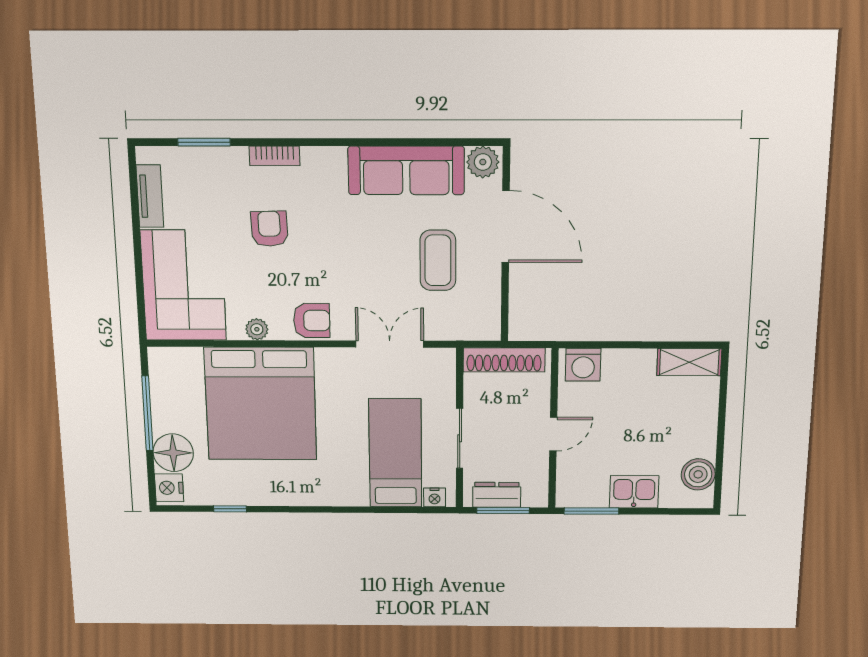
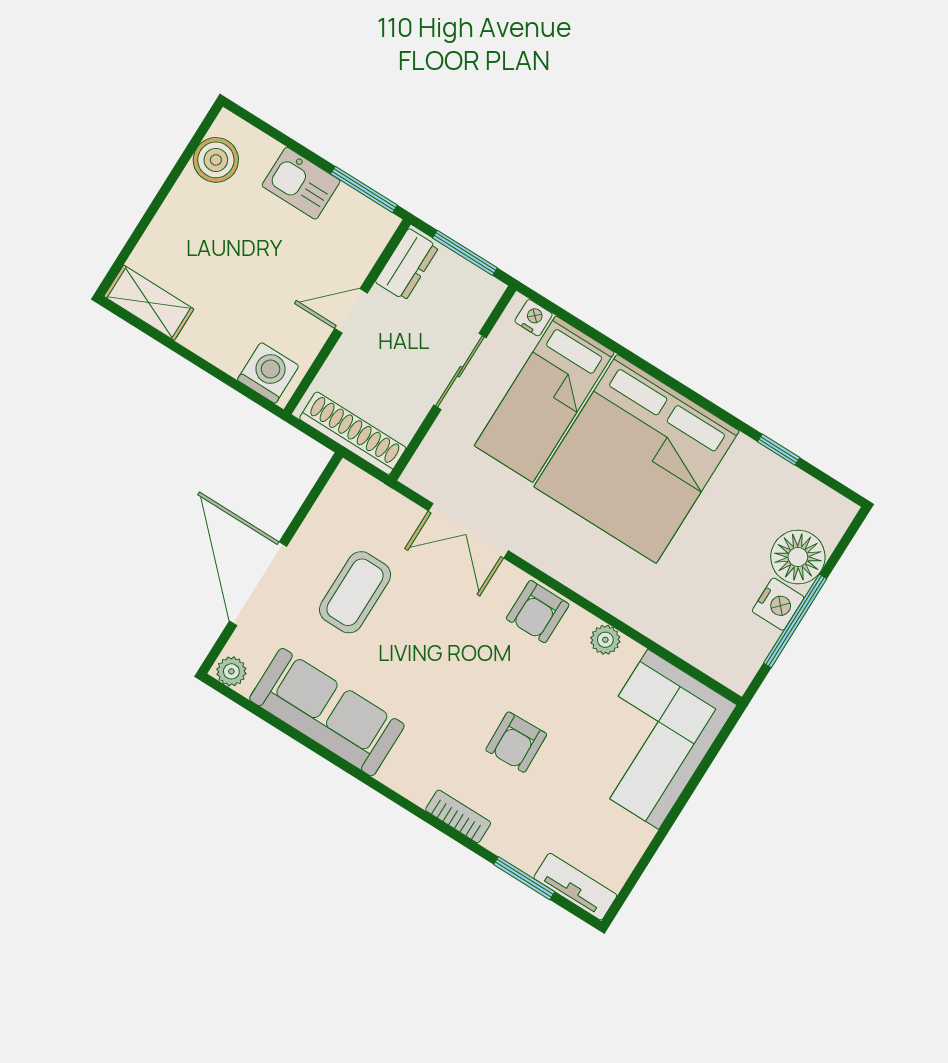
plant: (483, 162) -> (231, 671), width x0.73, depth x0.73
tv unit: (150, 196) -> (575, 887), moved, turned 90
armchair: (312, 320) -> (538, 612), turned -90
bed: (261, 404) -> (637, 459), moved, turned 180
nightstand: (169, 488) -> (778, 604), moved
dresser: (497, 495) -> (407, 264), moved, turned -90

